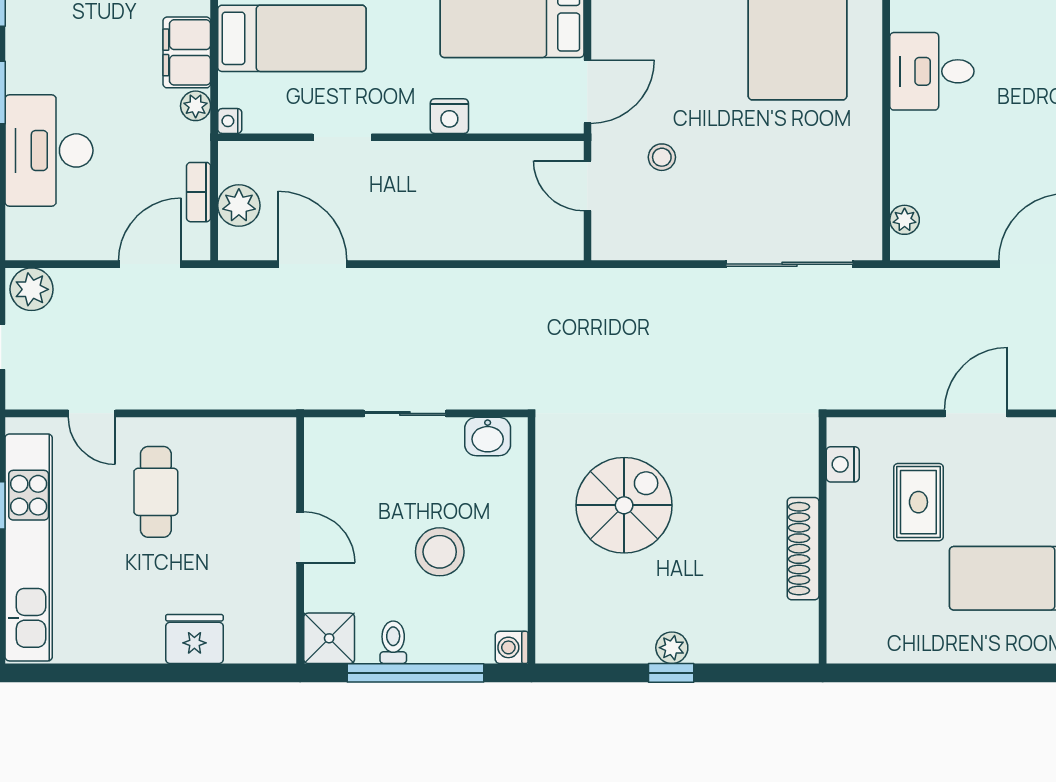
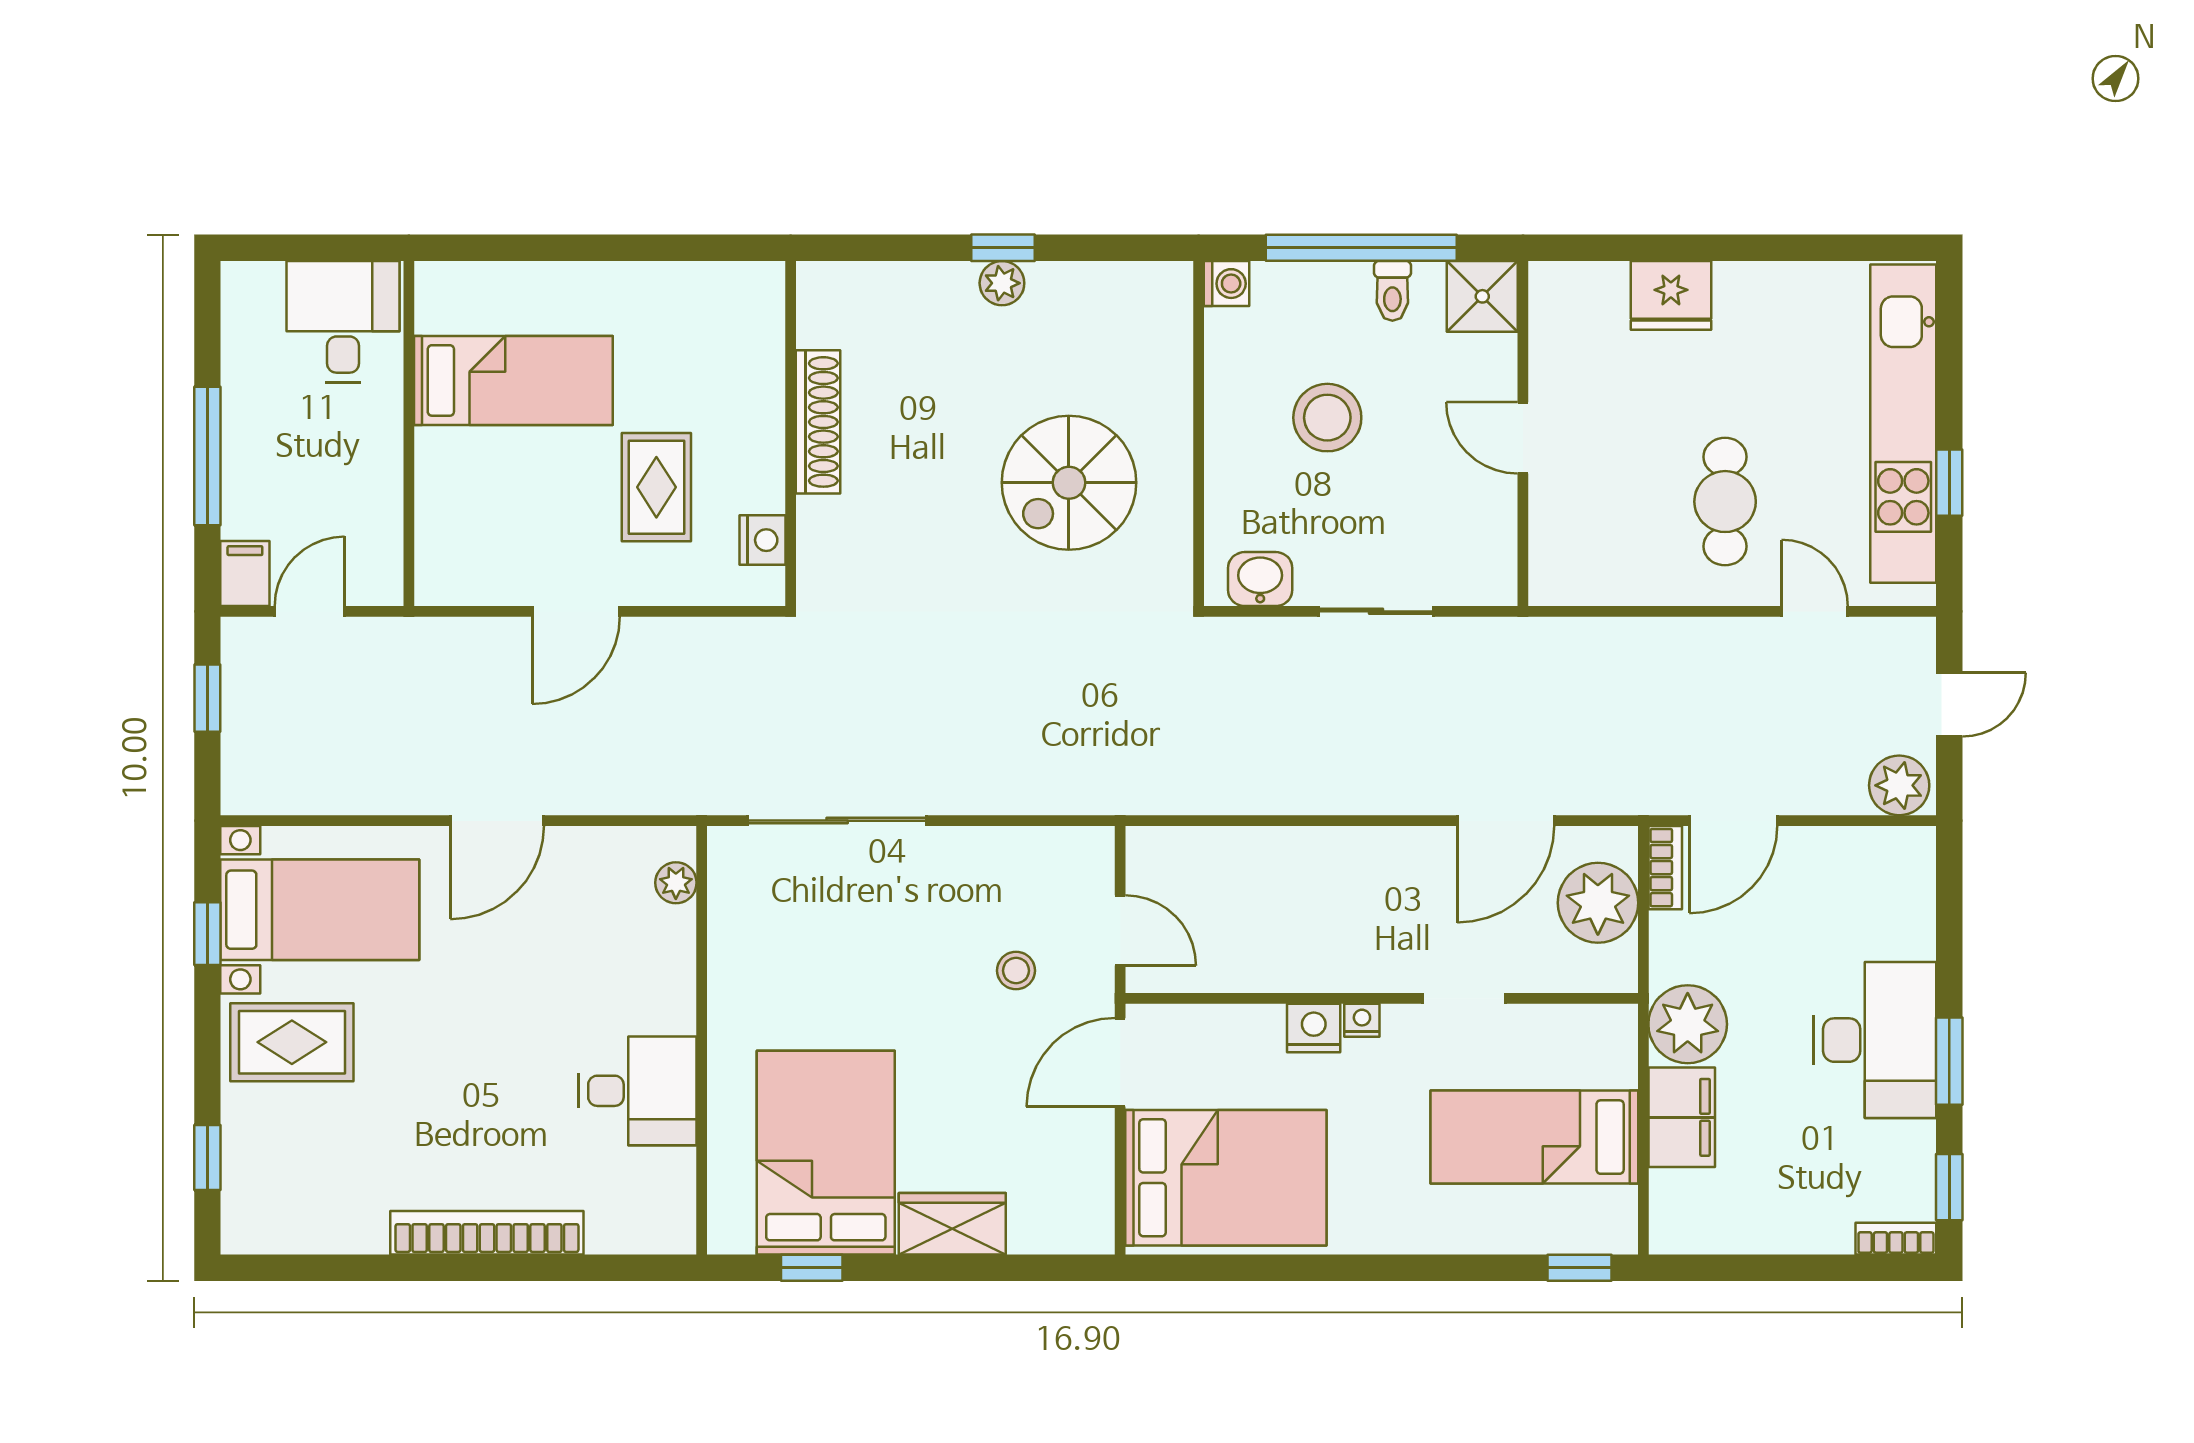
plant: (196, 106) -> (1688, 1024), width x1.88, depth x1.88
nightstand: (230, 121) -> (1362, 1020), moved, turned -90
desk: (49, 150) -> (1875, 1040), moved
bookcase: (199, 192) -> (1665, 868), moved
plant: (239, 206) -> (1598, 903), width x1.36, depth x1.36
door: (312, 264) -> (1506, 821), hinge flipped

